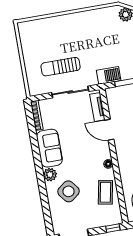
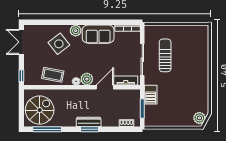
plant: (103, 152) -> (87, 79), added

